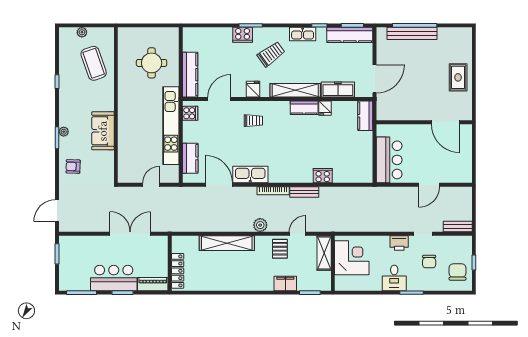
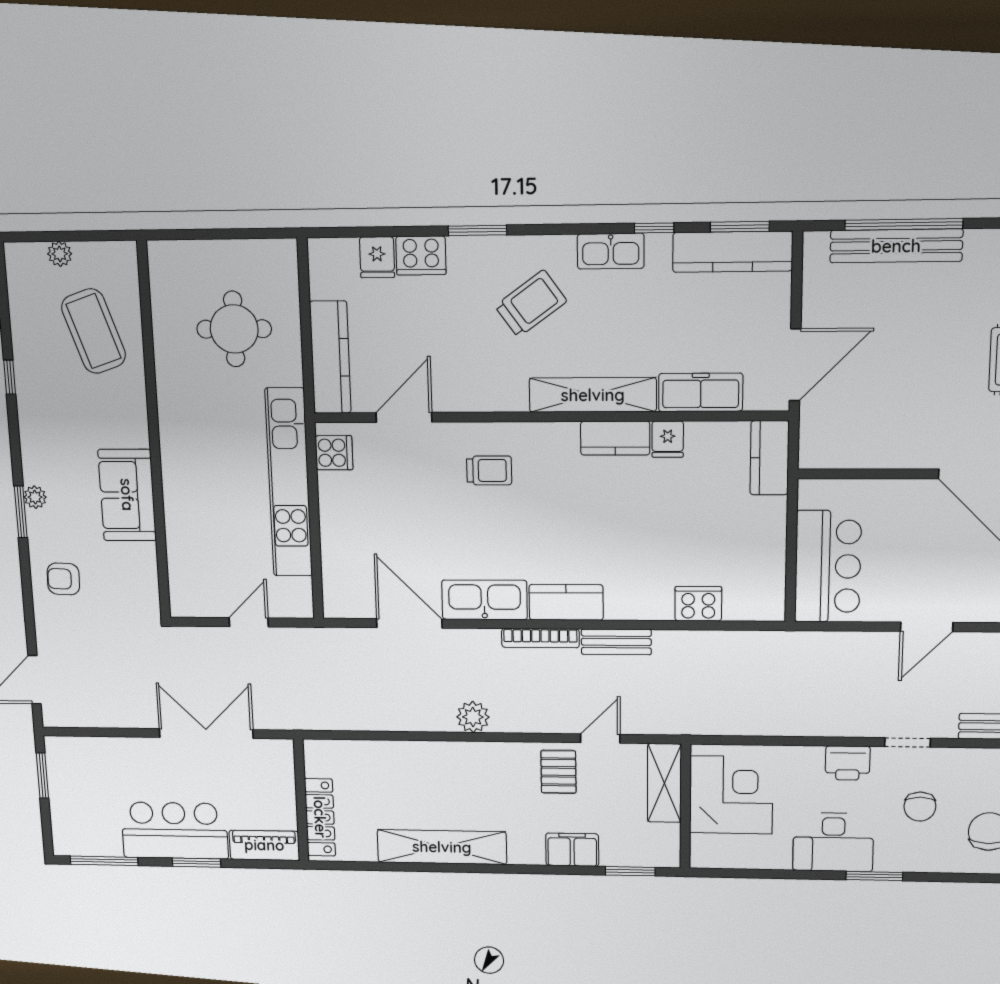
cooker: (243, 35) -> (421, 255), moved
fridge: (253, 89) -> (377, 257), moved, turned 180
kitchen counter: (190, 158) -> (566, 602), moved, turned -90
cooker: (323, 176) -> (698, 604), moved
plant: (260, 225) -> (473, 717), moved
shelving: (227, 243) -> (442, 847), moved
desk: (394, 278) -> (833, 842), width x1.37

